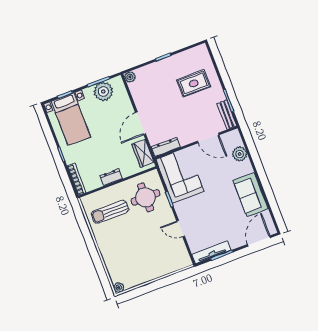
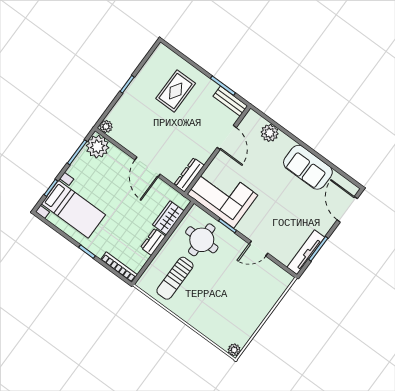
plant: (103, 91) -> (98, 147), moved
door: (208, 138) -> (227, 137), hinge flipped
wardrobe: (143, 153) -> (168, 218), moved, turned 90

